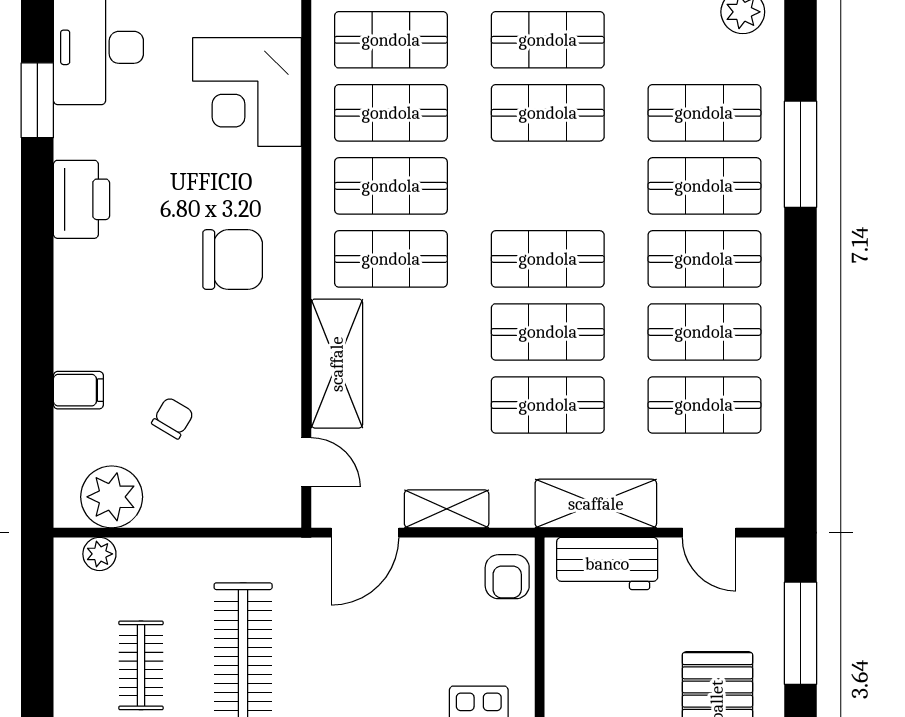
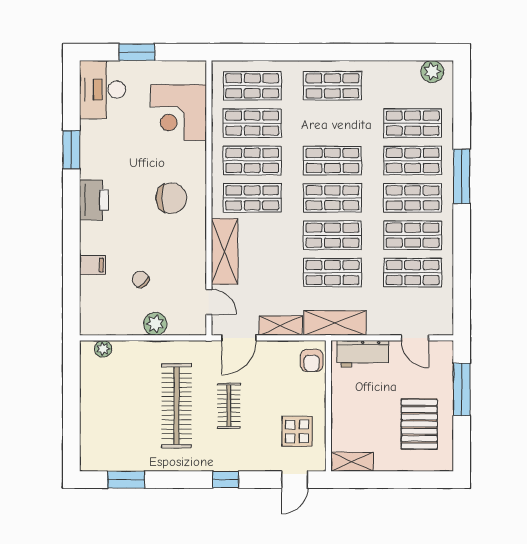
window: (37, 100) -> (71, 150), moved
shop shelf: (548, 113) -> (332, 160), moved
window: (800, 154) -> (462, 176), moved
printer: (82, 199) -> (94, 200), moved
chair: (173, 418) -> (141, 279), turned -75
plant: (112, 497) -> (155, 324), moved, width x0.73, depth x0.73
shelving: (596, 504) -> (335, 323), moved
clothes rail: (141, 665) -> (229, 406), moved

